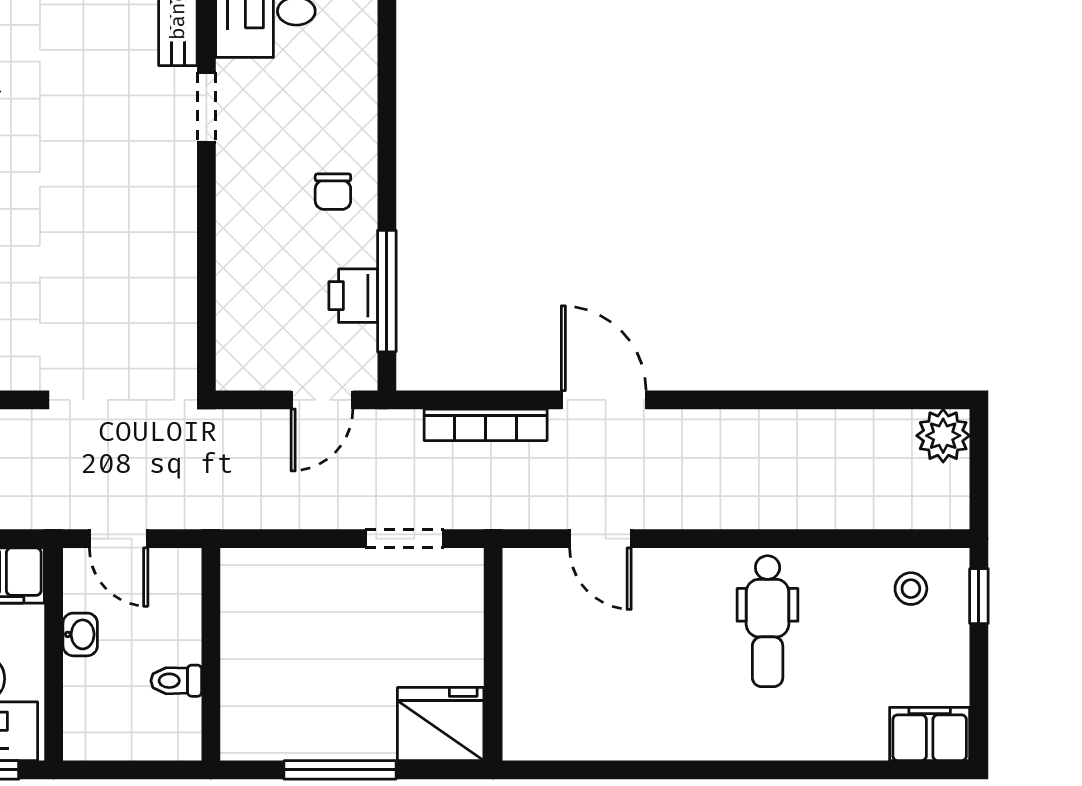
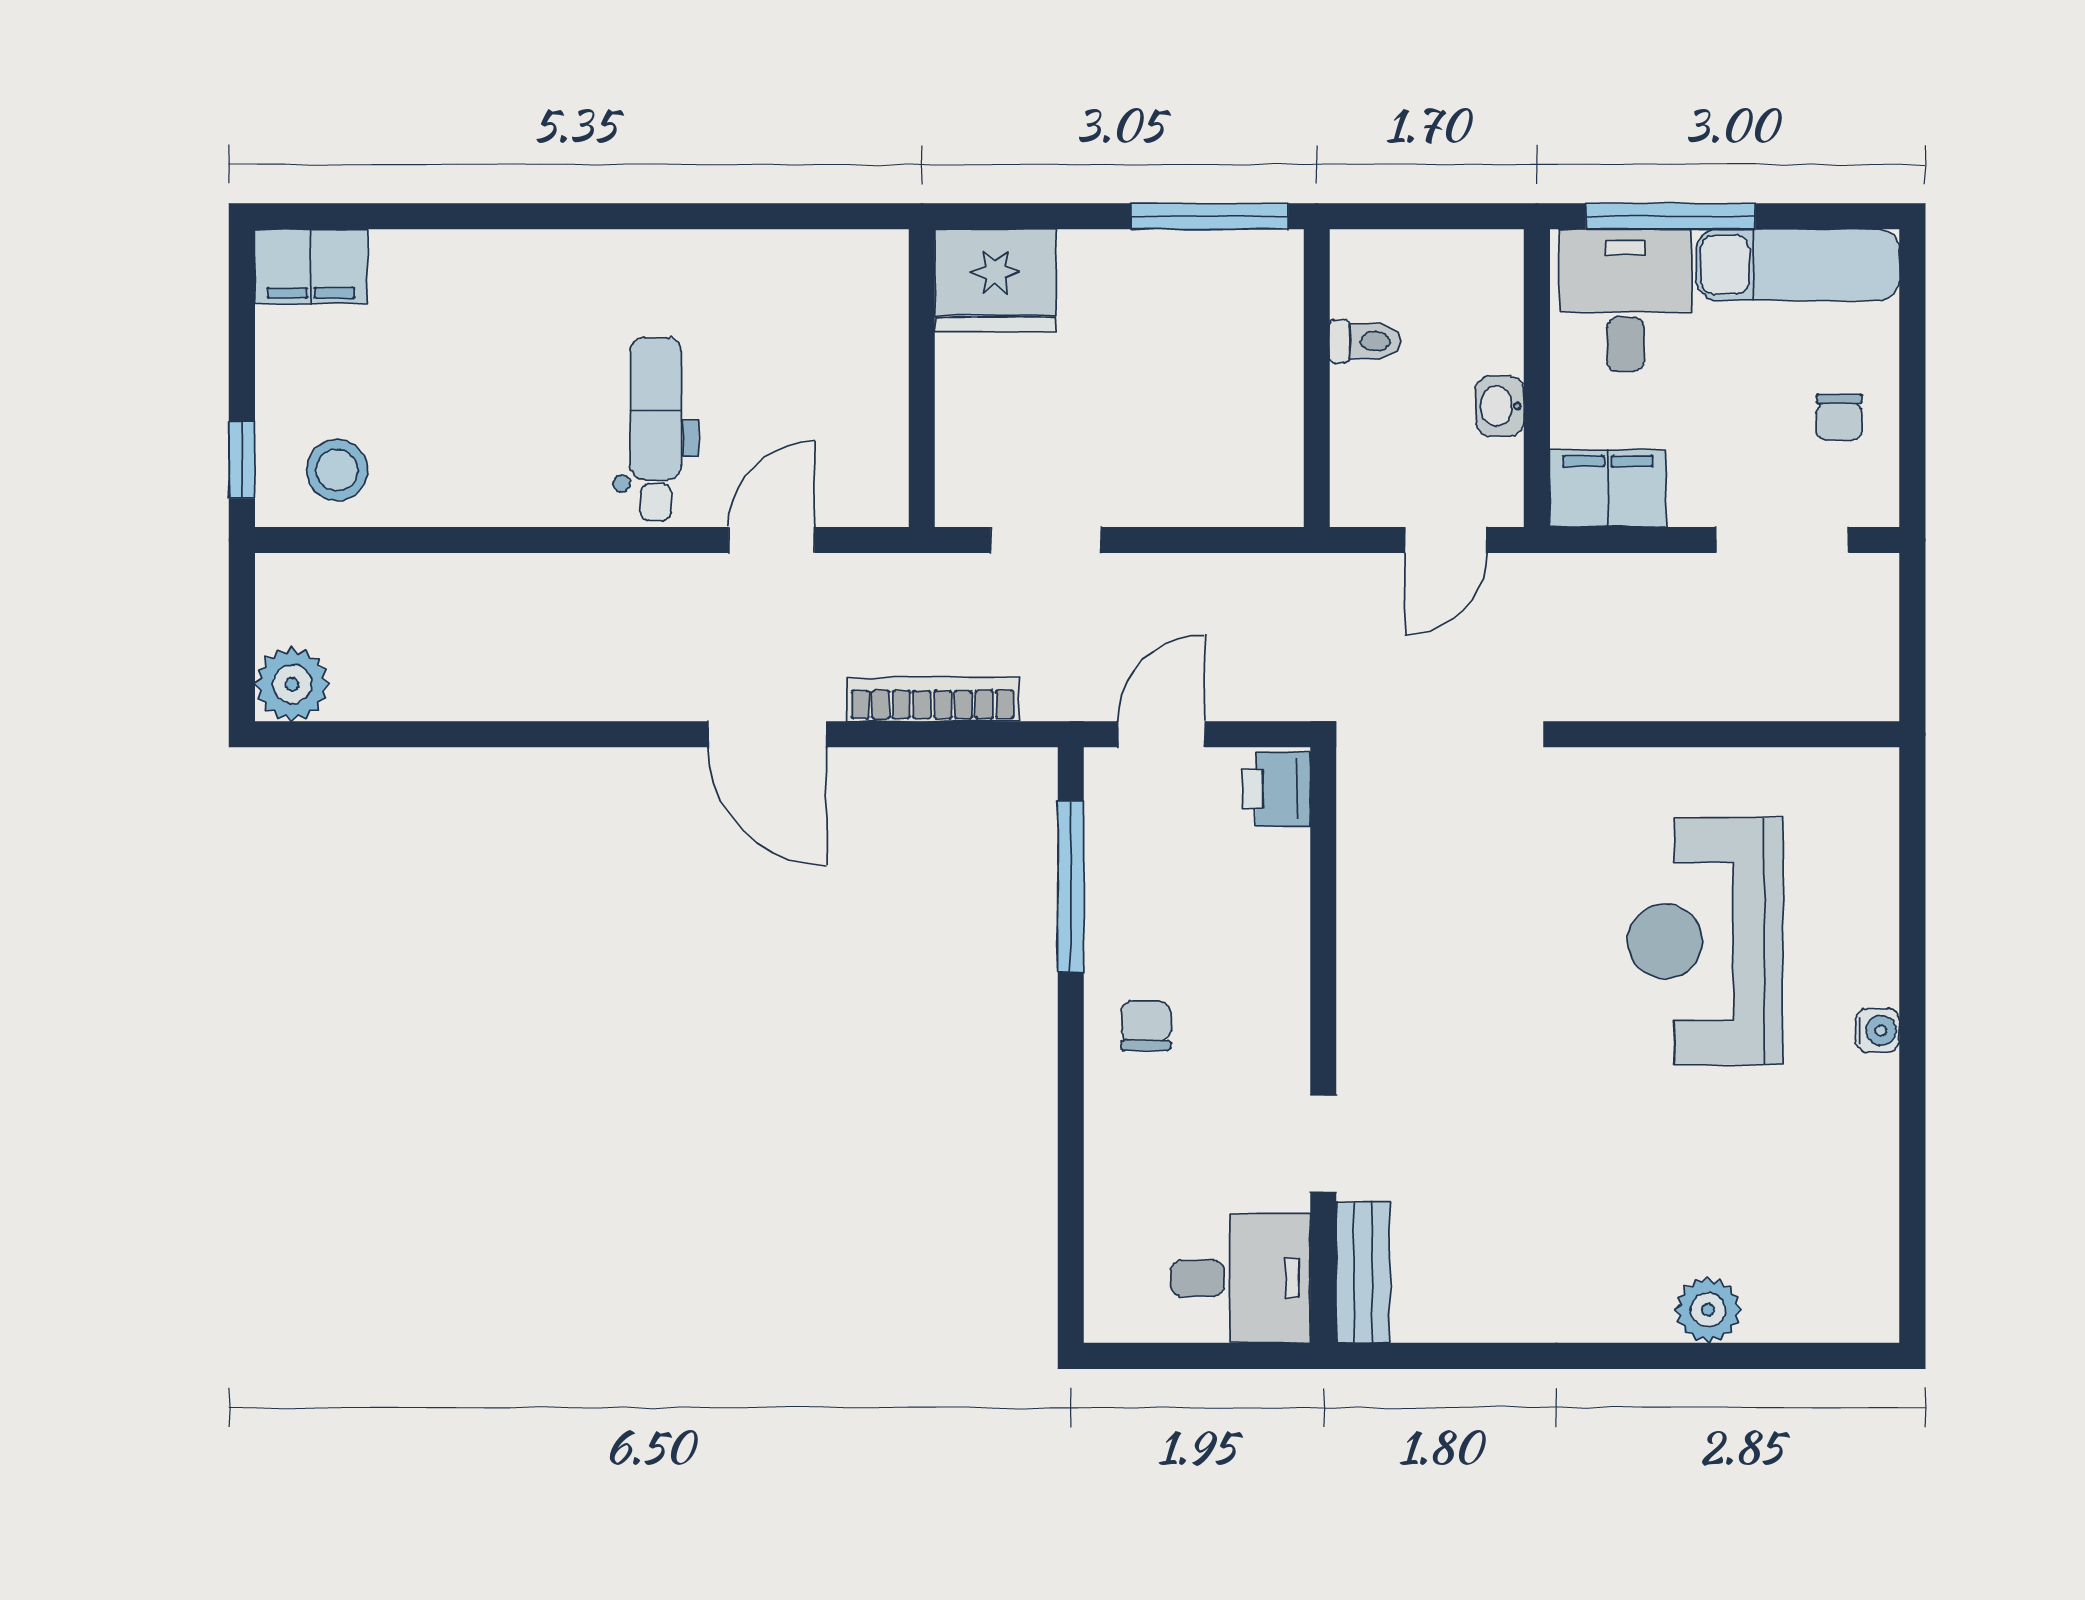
printer: (353, 296) -> (1276, 789), moved, turned 180
door: (119, 539) -> (1446, 540), swing flipped
door: (600, 539) -> (772, 540), hinge flipped
stool: (911, 589) -> (337, 470), width x1.37, depth x1.37
dental chair: (768, 621) -> (656, 429), moved
window: (340, 770) -> (1210, 216), moved

